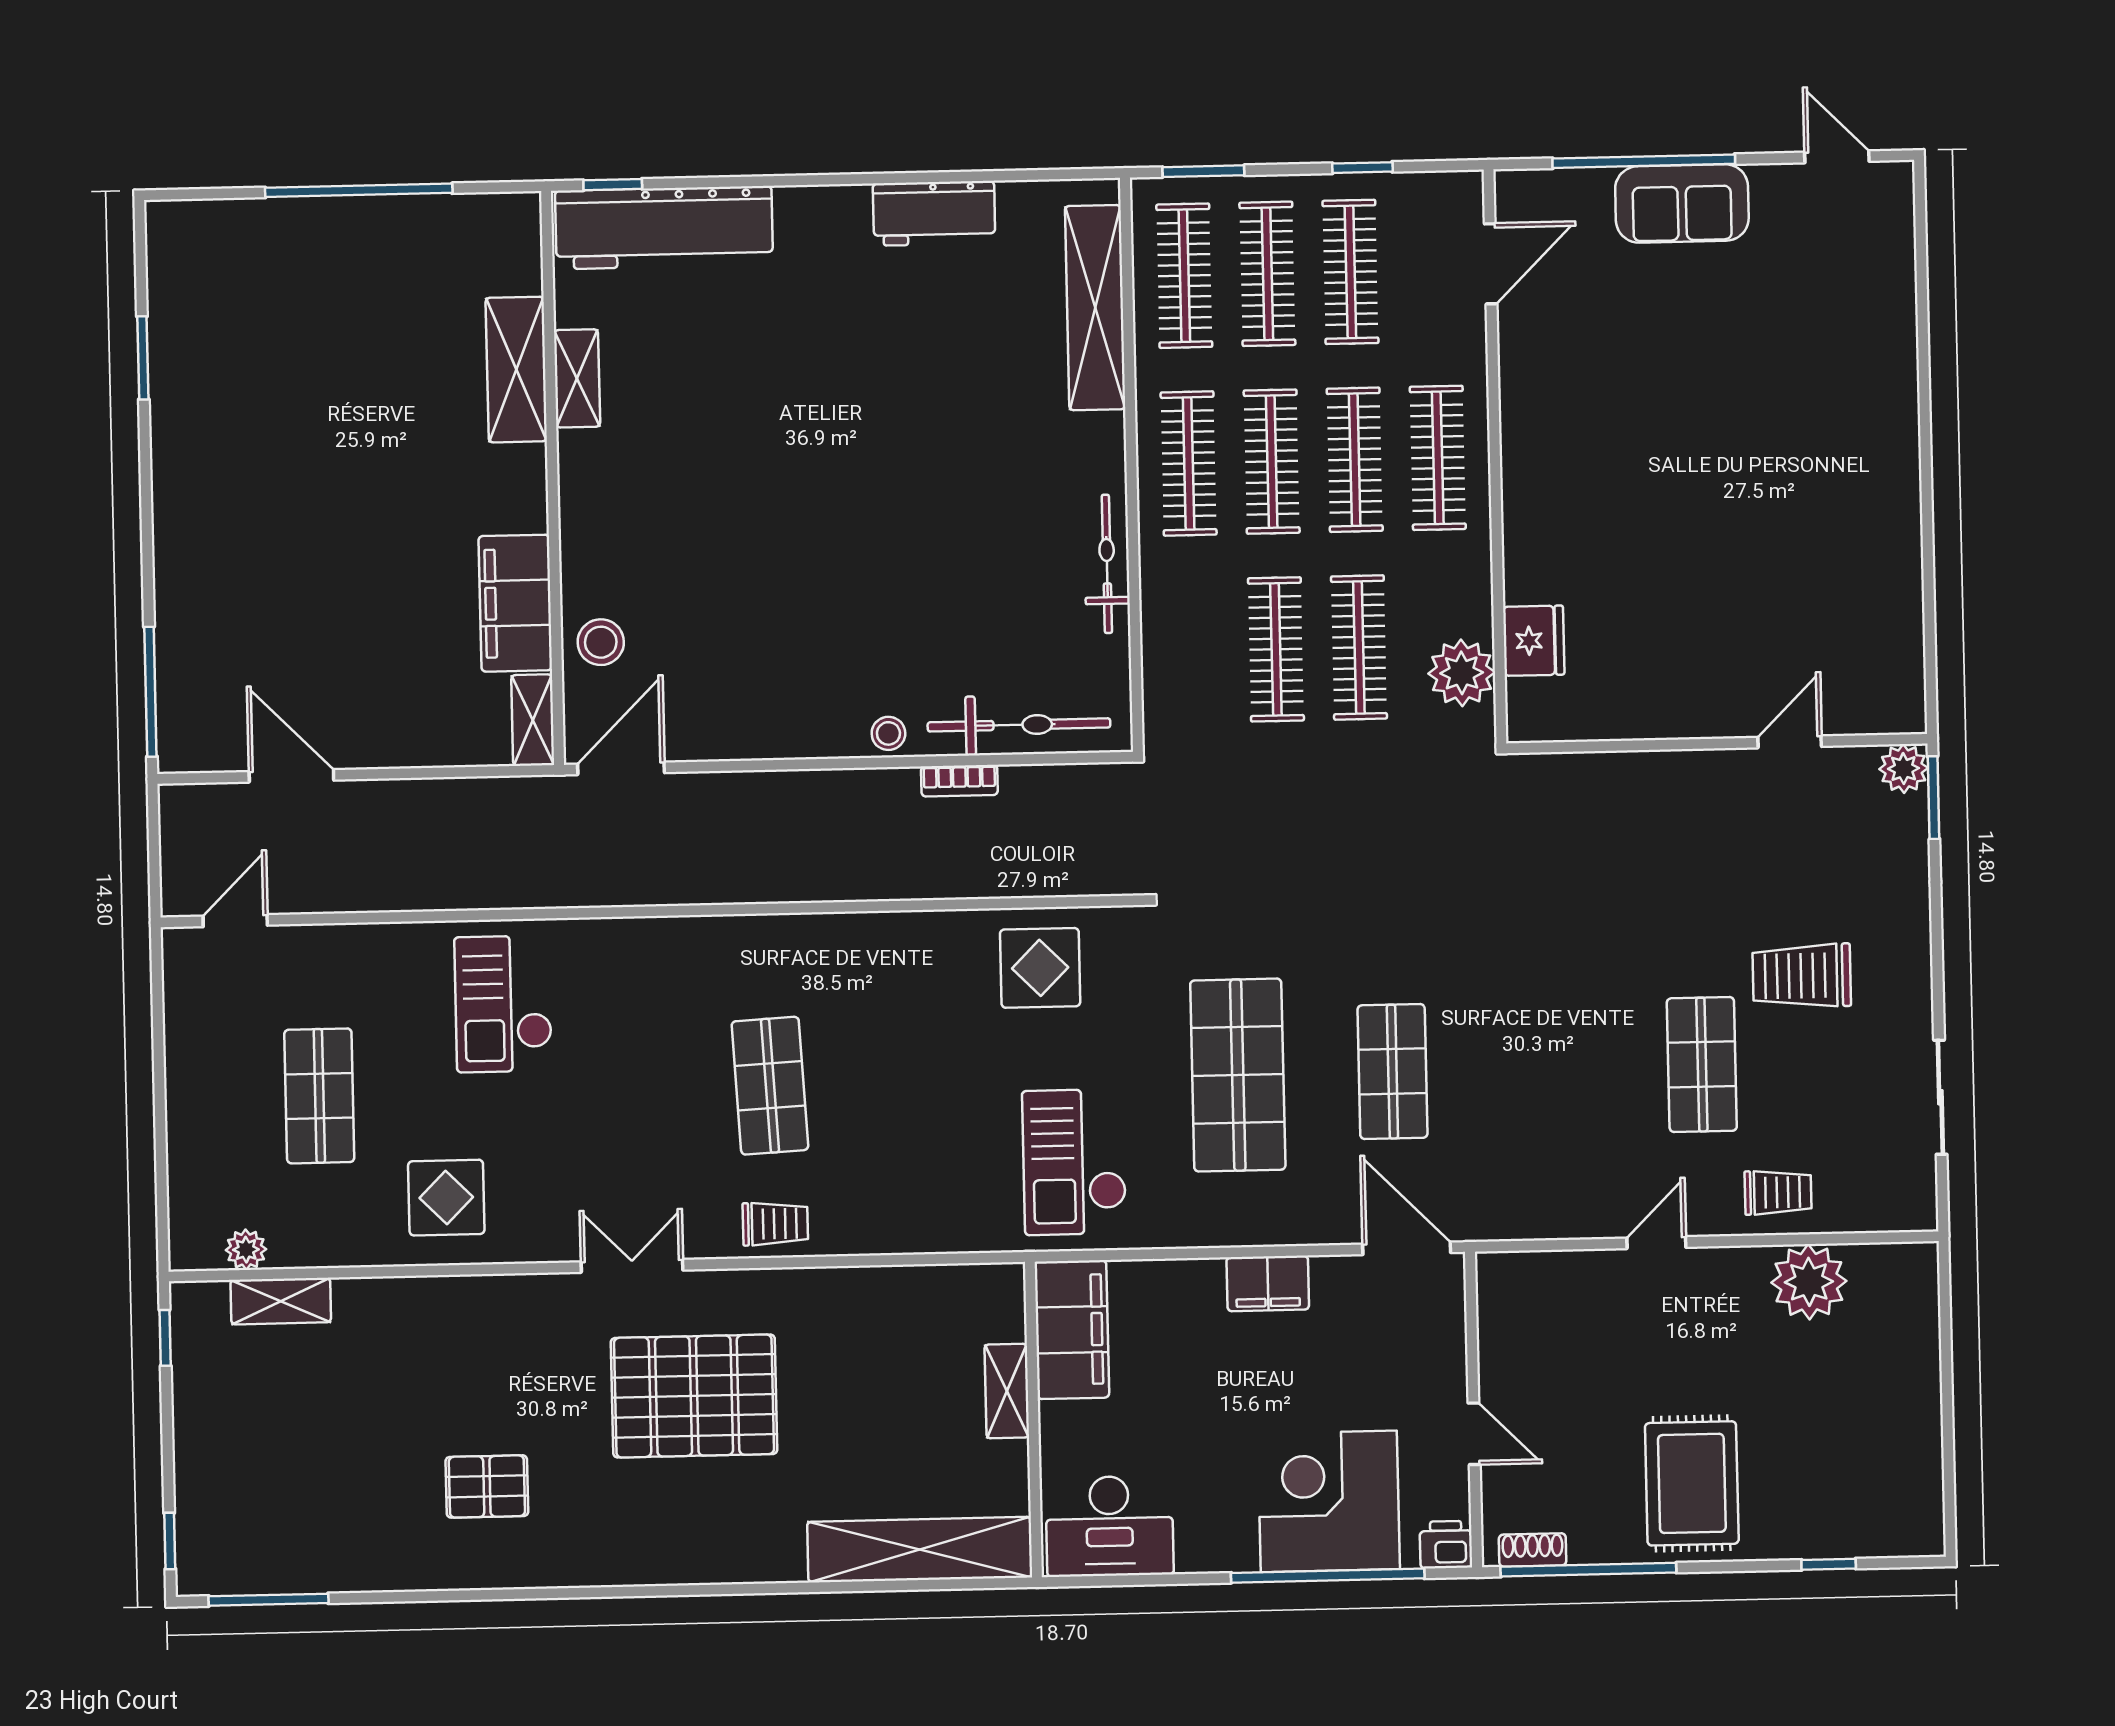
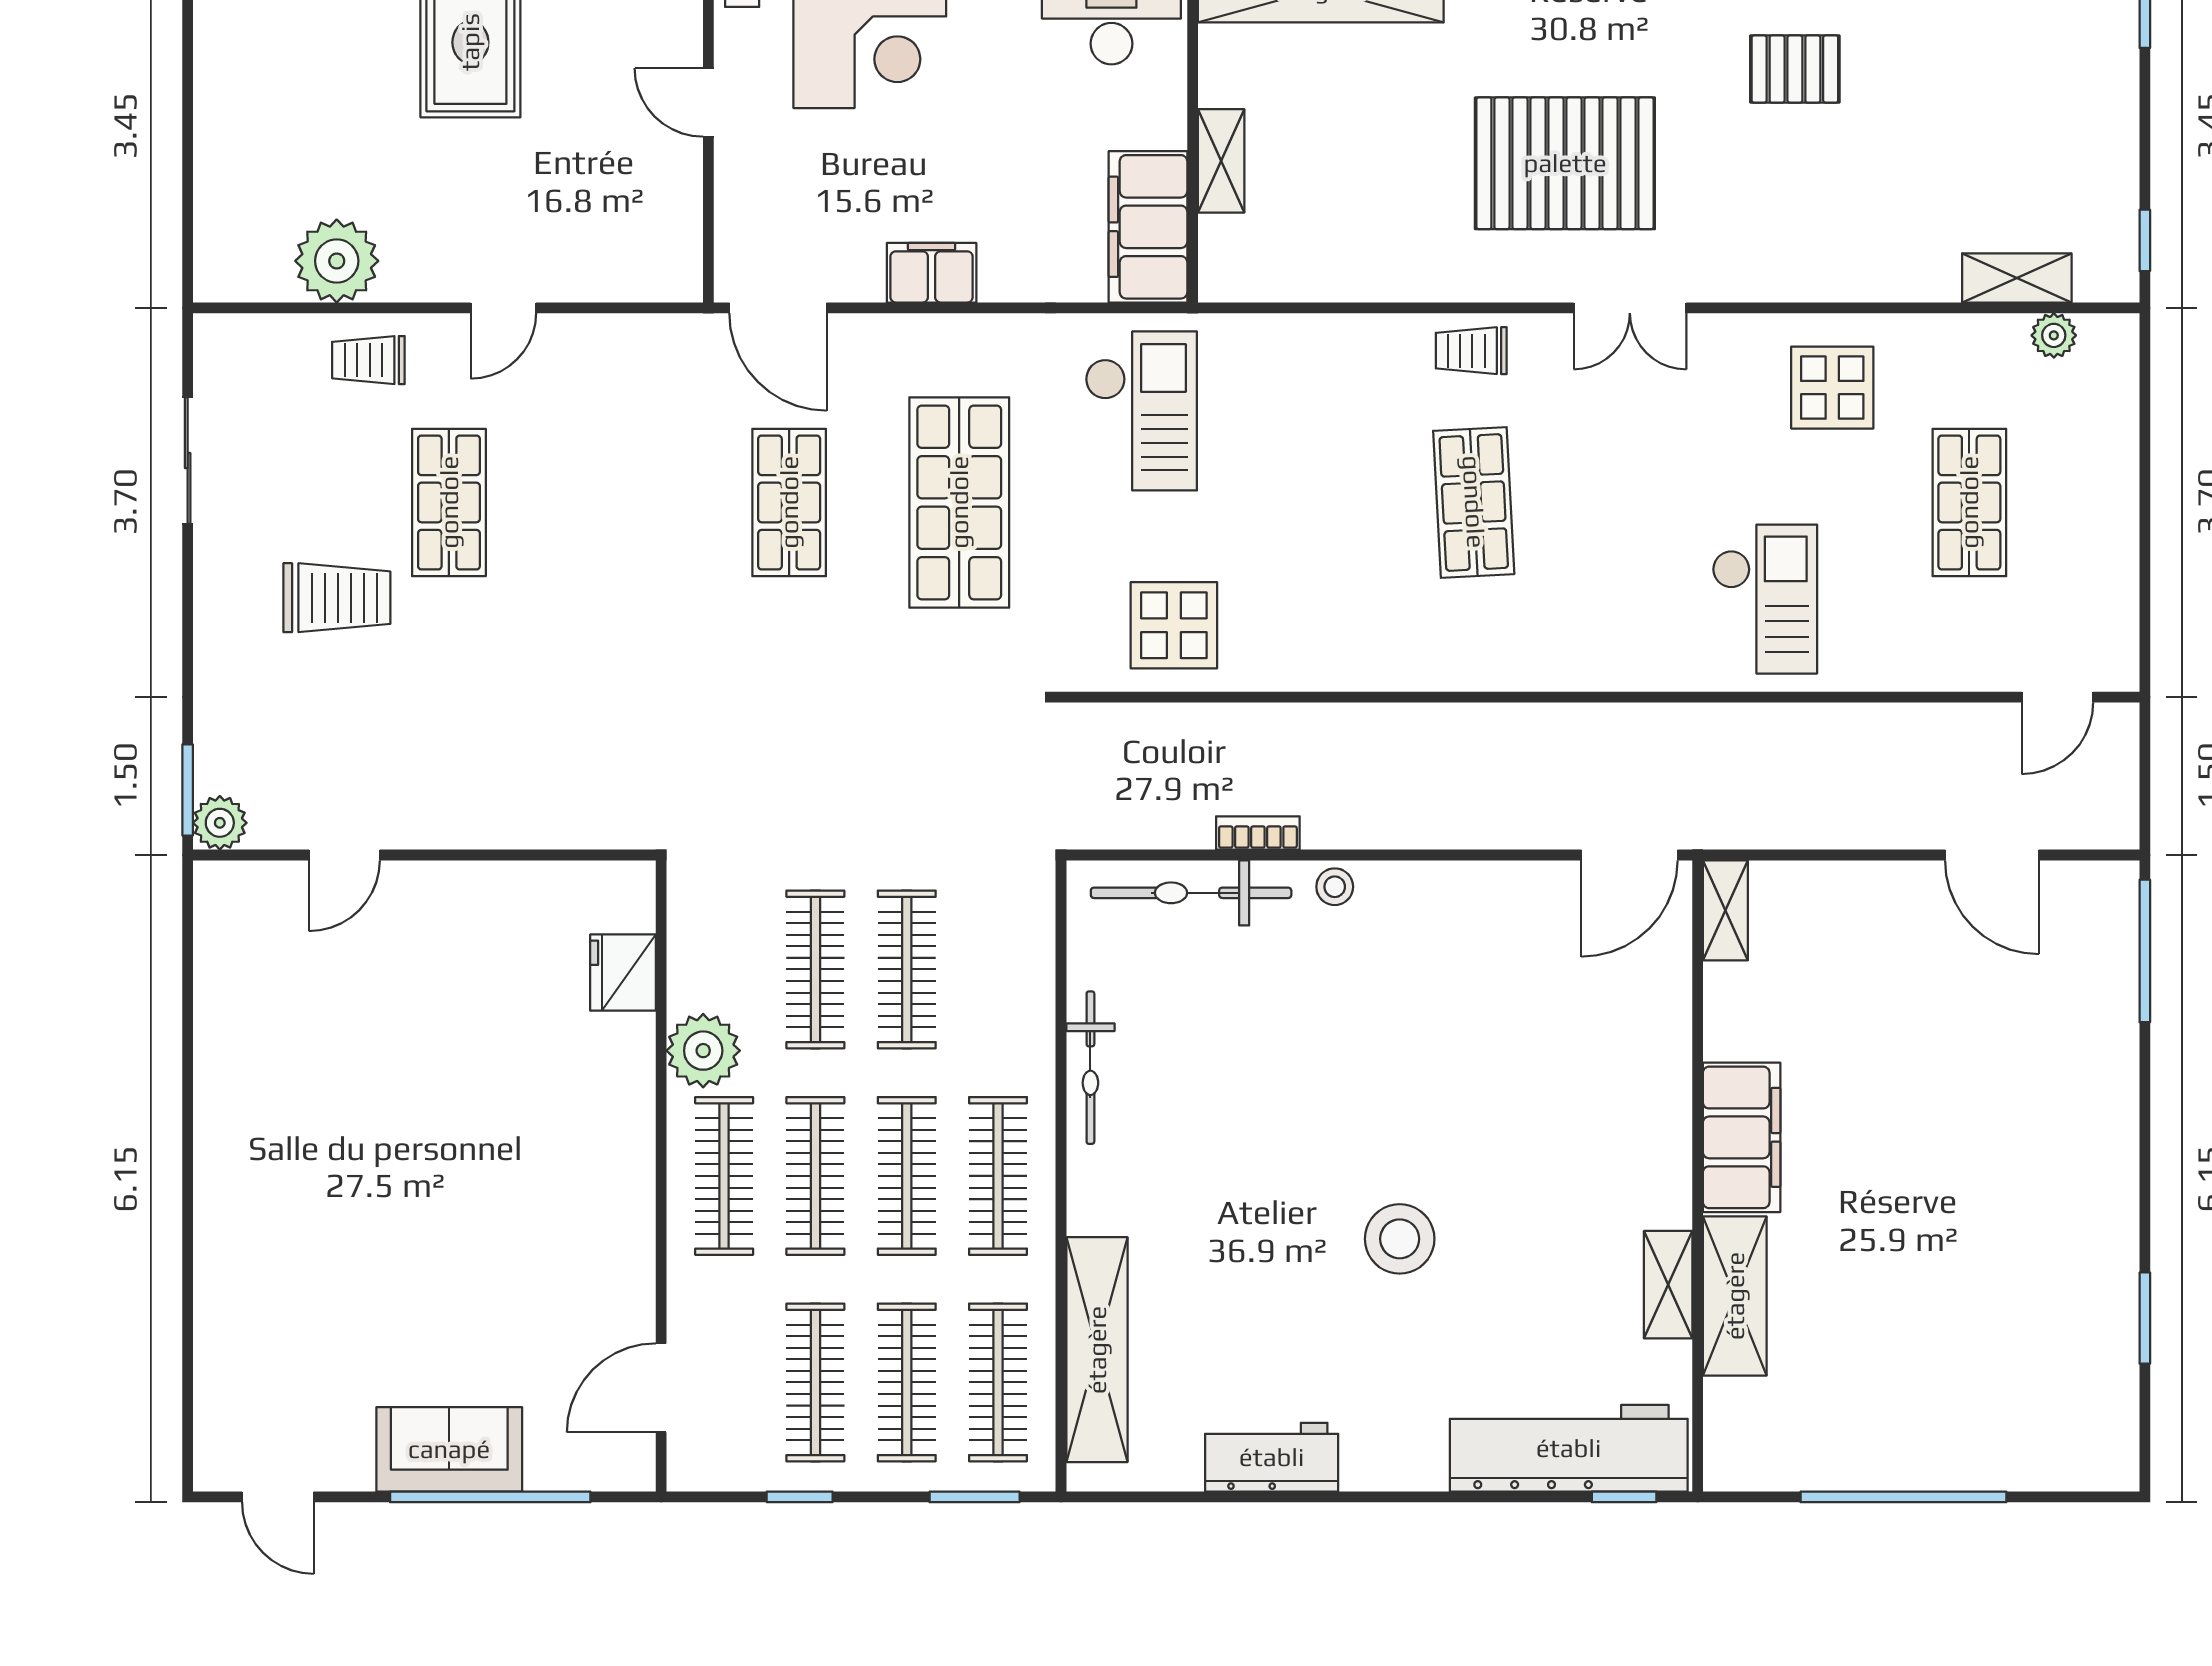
filing cabinet: (515, 603) -> (1742, 1137), moved
stool: (601, 642) -> (1400, 1239), moved, width x1.38, depth x1.38
plant: (1462, 673) -> (703, 1051), moved

